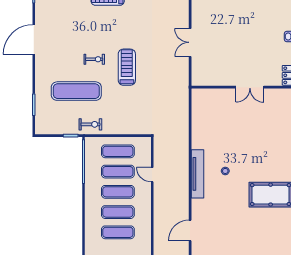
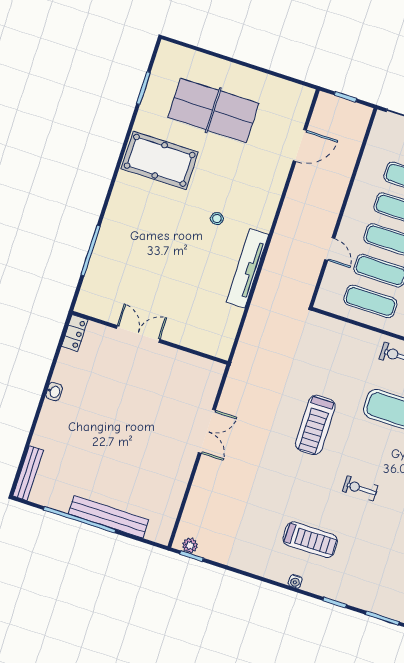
exercise bike: (94, 59) -> (360, 488), moved
tv unit: (197, 174) -> (247, 268), moved
table tennis table: (248, 235) -> (213, 110), added

